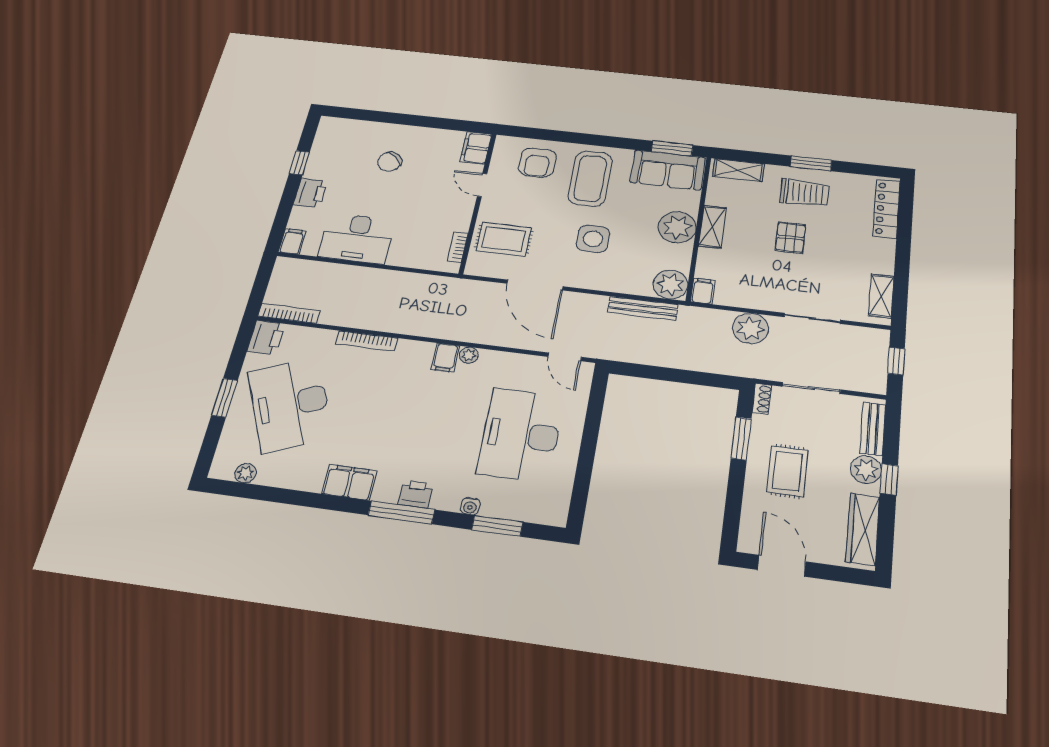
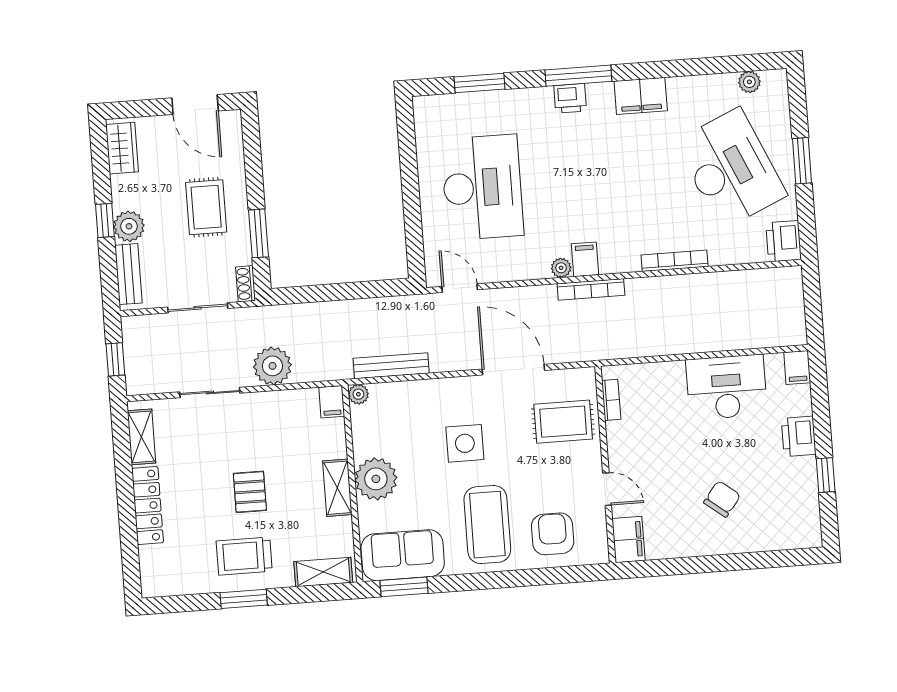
locker: (886, 209) -> (148, 506), moved
plant: (670, 284) -> (358, 394), width x0.53, depth x0.53
bookcase: (289, 313) -> (591, 289), moved
water cooler: (470, 506) -> (512, 98), removed
wardrobe: (863, 529) -> (122, 148), width x0.67

